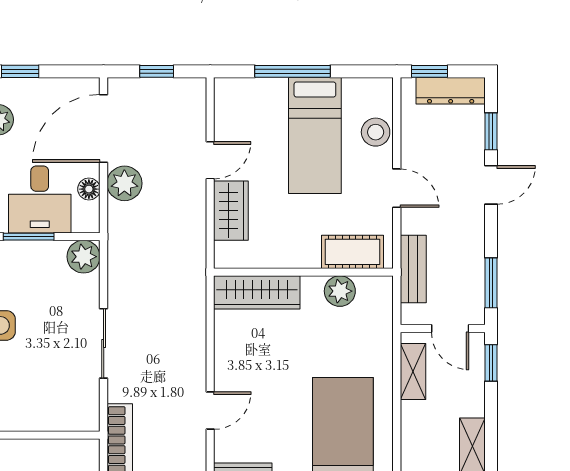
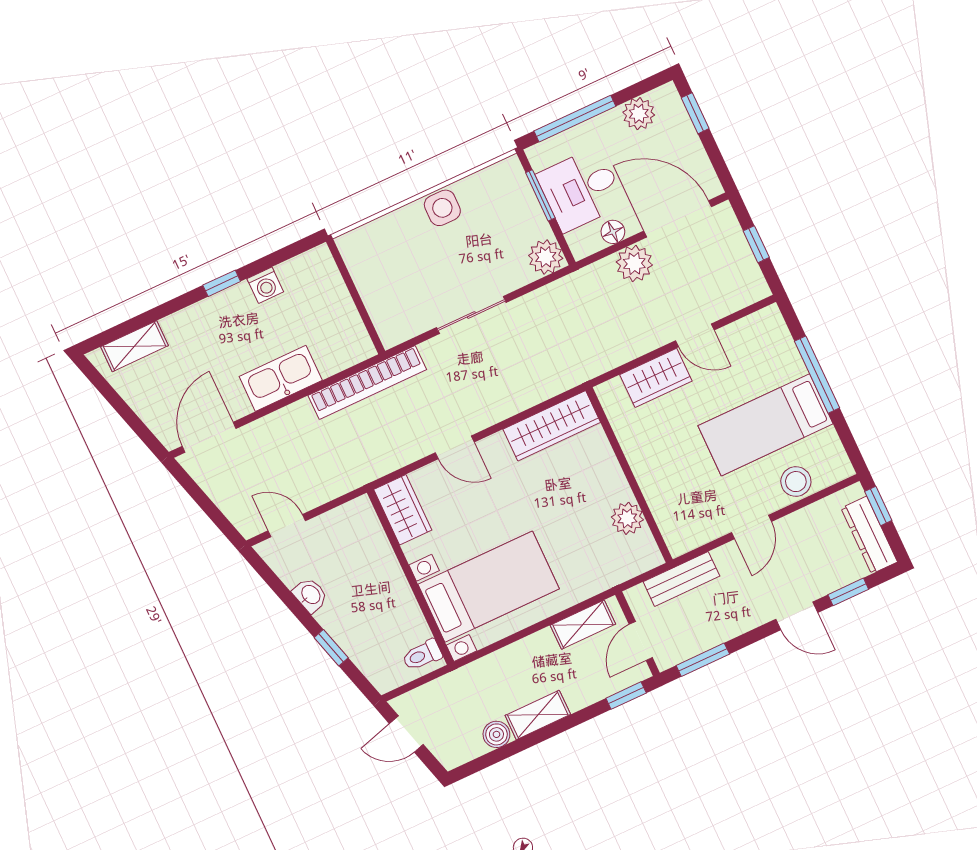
cot: (353, 252) -> (671, 513), removed
wardrobe: (257, 292) -> (552, 426), moved, turned -90

